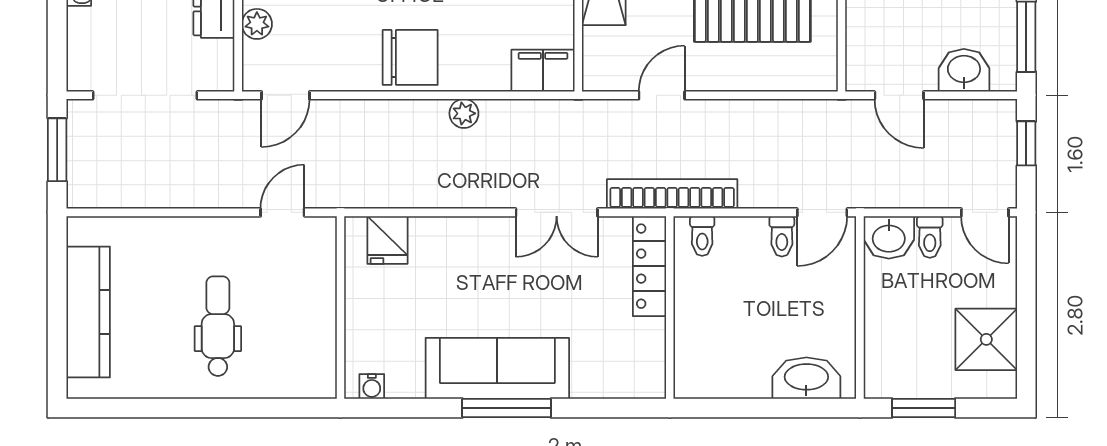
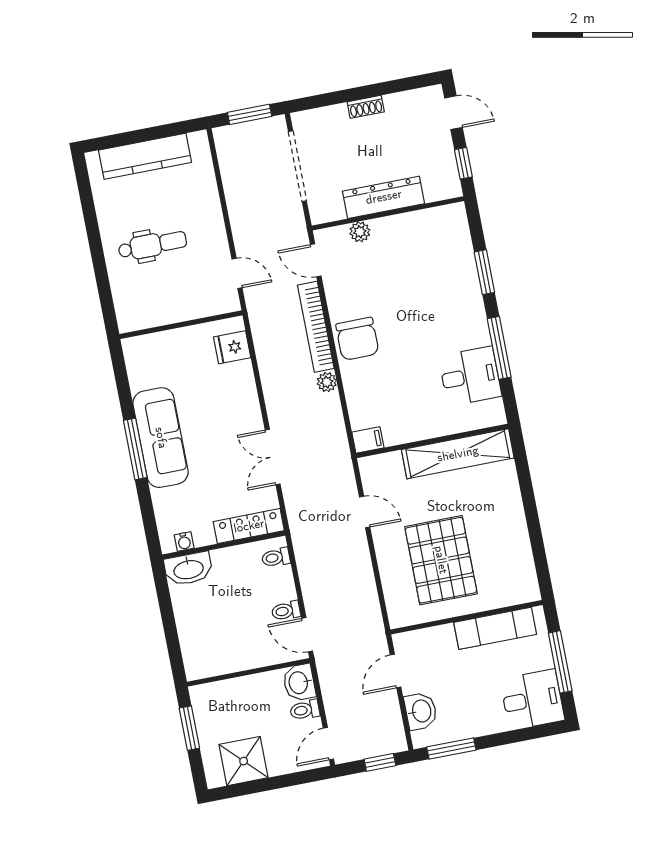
filing cabinet: (543, 71) -> (368, 440), width x0.50
bookcase: (672, 194) -> (316, 327), moved, turned 180
washbasin: (806, 378) -> (188, 569), moved, turned 90
water cooler: (372, 386) -> (184, 542), moved, turned -90

